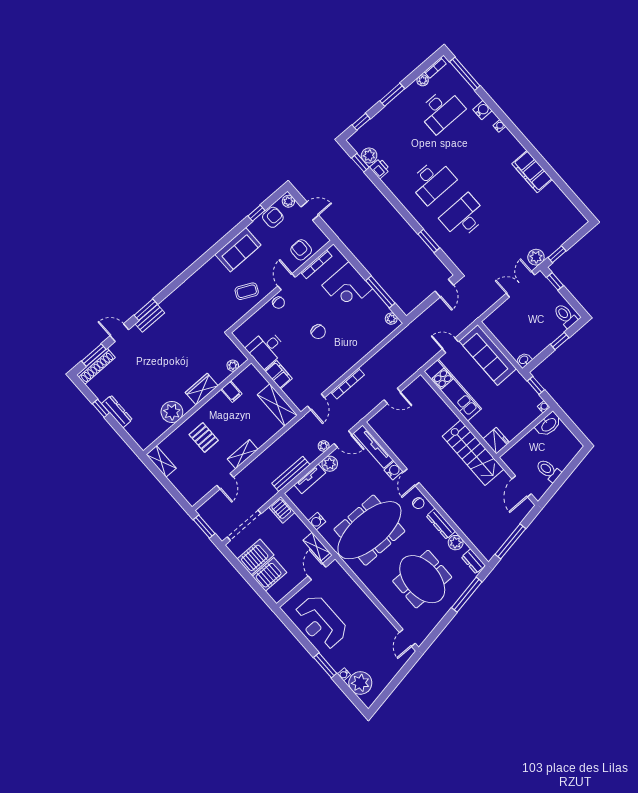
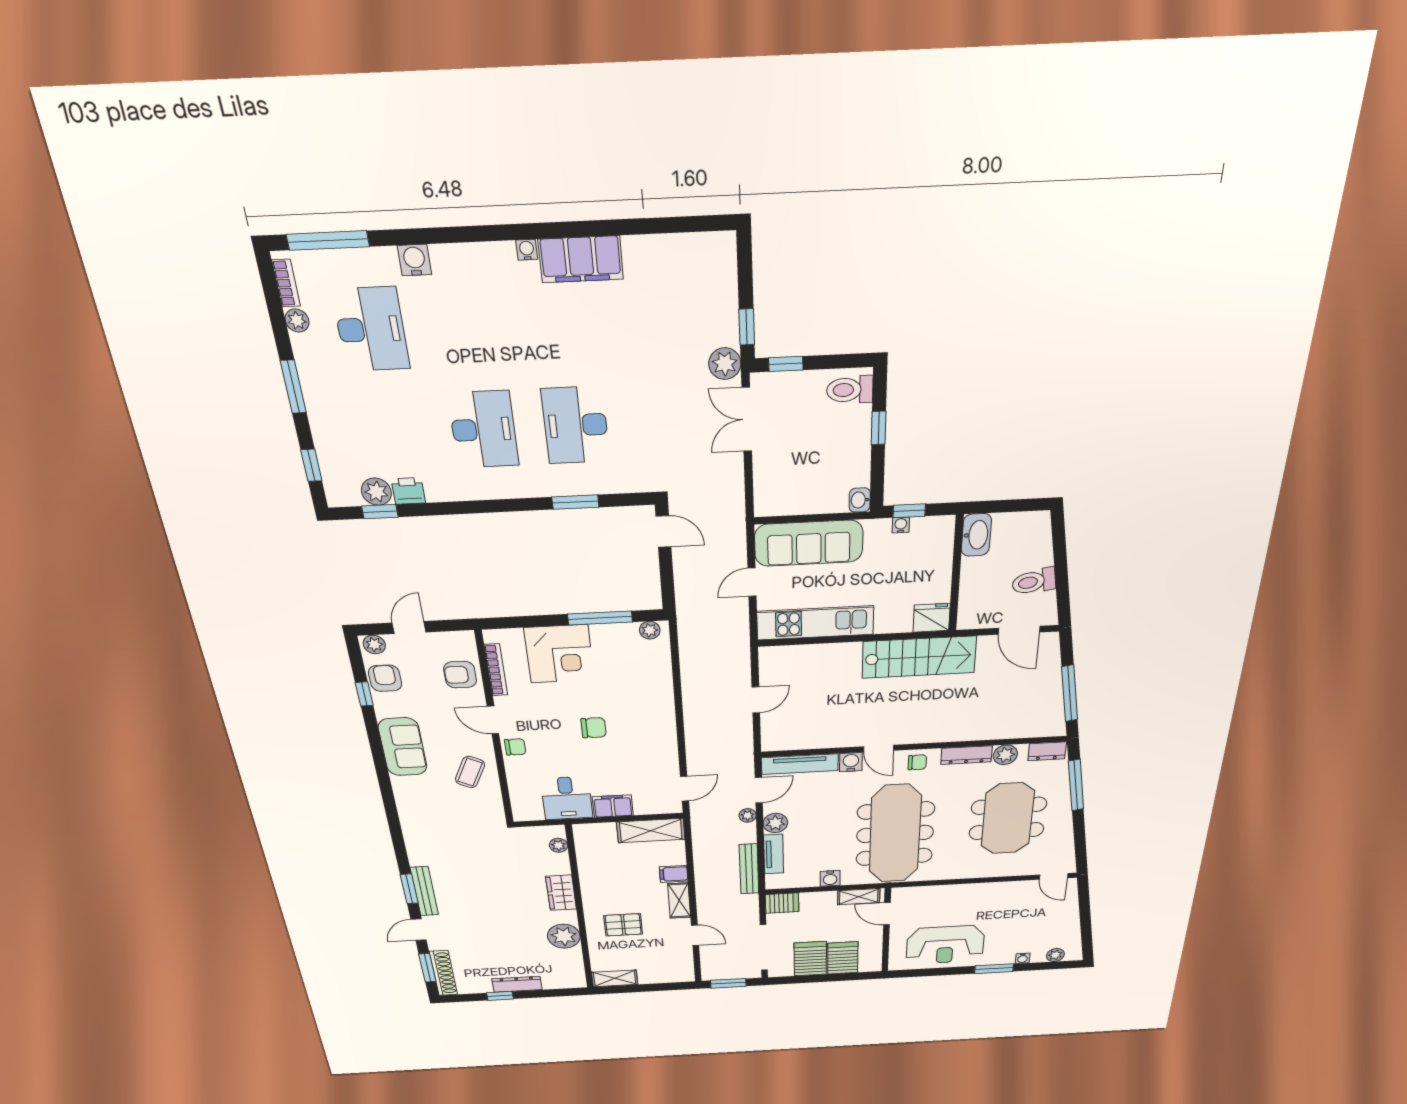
water cooler: (499, 126) -> (527, 250), moved
bench: (150, 318) -> (424, 891), width x1.36
bookcase: (348, 383) -> (692, 739), removed
filing cabinet: (231, 392) -> (674, 874), moved, turned 180
door: (316, 402) -> (685, 789), hinge flipped
water cooler: (544, 407) -> (901, 525), moved
meeting table: (422, 579) -> (1008, 818), turned 90
plant: (360, 683) -> (1055, 955), width x0.53, depth x0.53

